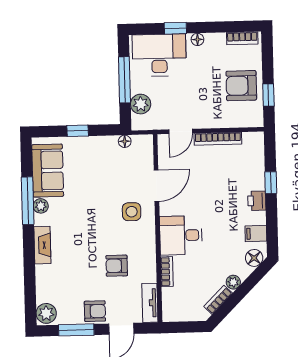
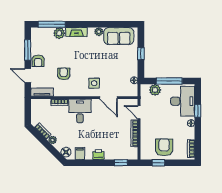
window: (271, 183) -> (121, 163), moved
window: (28, 201) -> (52, 24), moved
plant: (46, 313) -> (59, 33), moved

